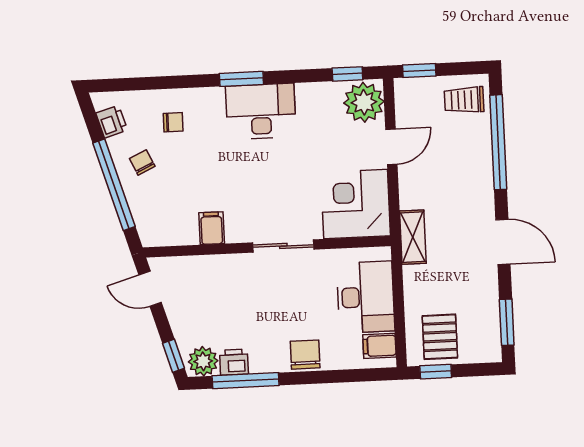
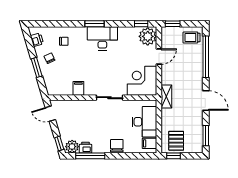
window: (114, 185) -> (37, 67), width x0.47

